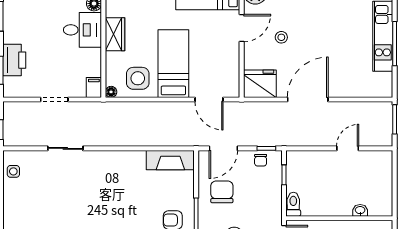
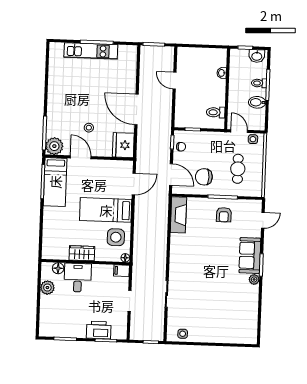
toilet: (293, 204) -> (216, 112), moved

